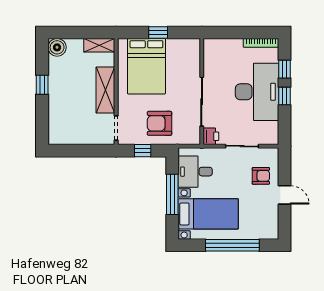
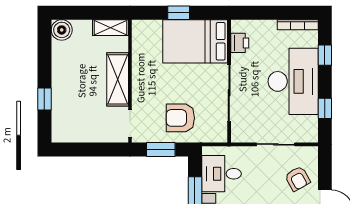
bed: (146, 66) -> (195, 41), moved, turned 90
window: (42, 85) -> (44, 99), moved
window: (284, 96) -> (325, 108), moved
printer: (211, 136) -> (240, 43), moved
window: (143, 151) -> (161, 149), width x1.50
armchair: (261, 176) -> (298, 179), turned 61

